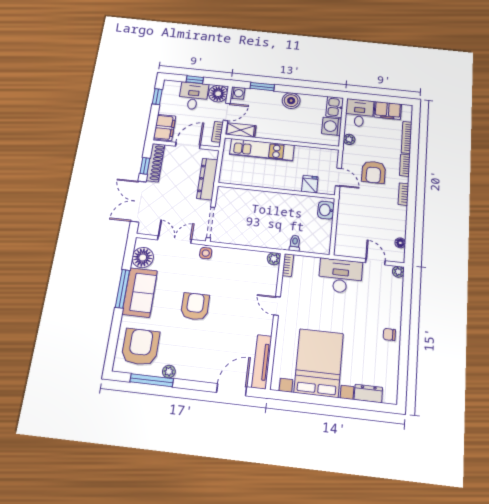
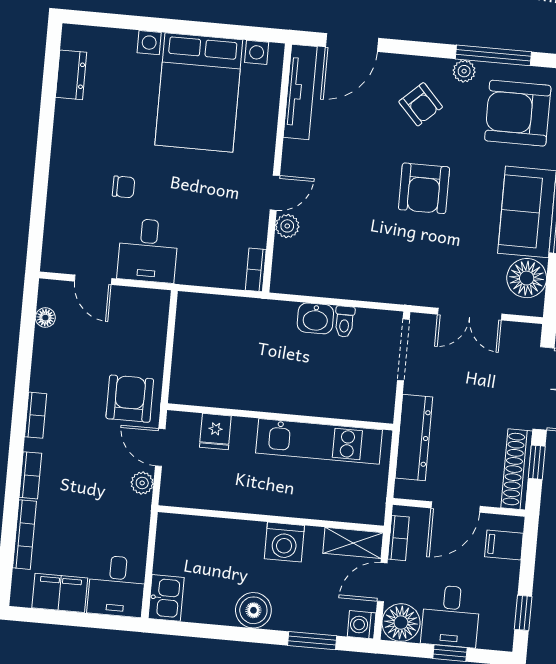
washing machine: (332, 126) -> (284, 542), moved, turned 90
filing cabinet: (165, 127) -> (504, 545), width x0.50
plant: (349, 139) -> (142, 483), moved
kitchen unit: (262, 150) -> (319, 441), moved, turned 180
armchair: (374, 172) -> (130, 399), moved
washbasin: (326, 210) -> (315, 318), moved, turned 90
toilet: (295, 243) -> (344, 322), moved
side table: (206, 253) -> (410, 289), removed
plant: (274, 259) -> (287, 226), moved
plant: (398, 272) -> (51, 262), removed
desk: (340, 276) -> (148, 250), width x0.73
door: (277, 306) -> (275, 193), hinge flipped
chair: (389, 334) -> (123, 187), moved
armchair: (140, 347) -> (518, 113), turned 90
armchair: (194, 353) -> (421, 104), added
dresser: (368, 394) -> (71, 75), moved, turned -90

